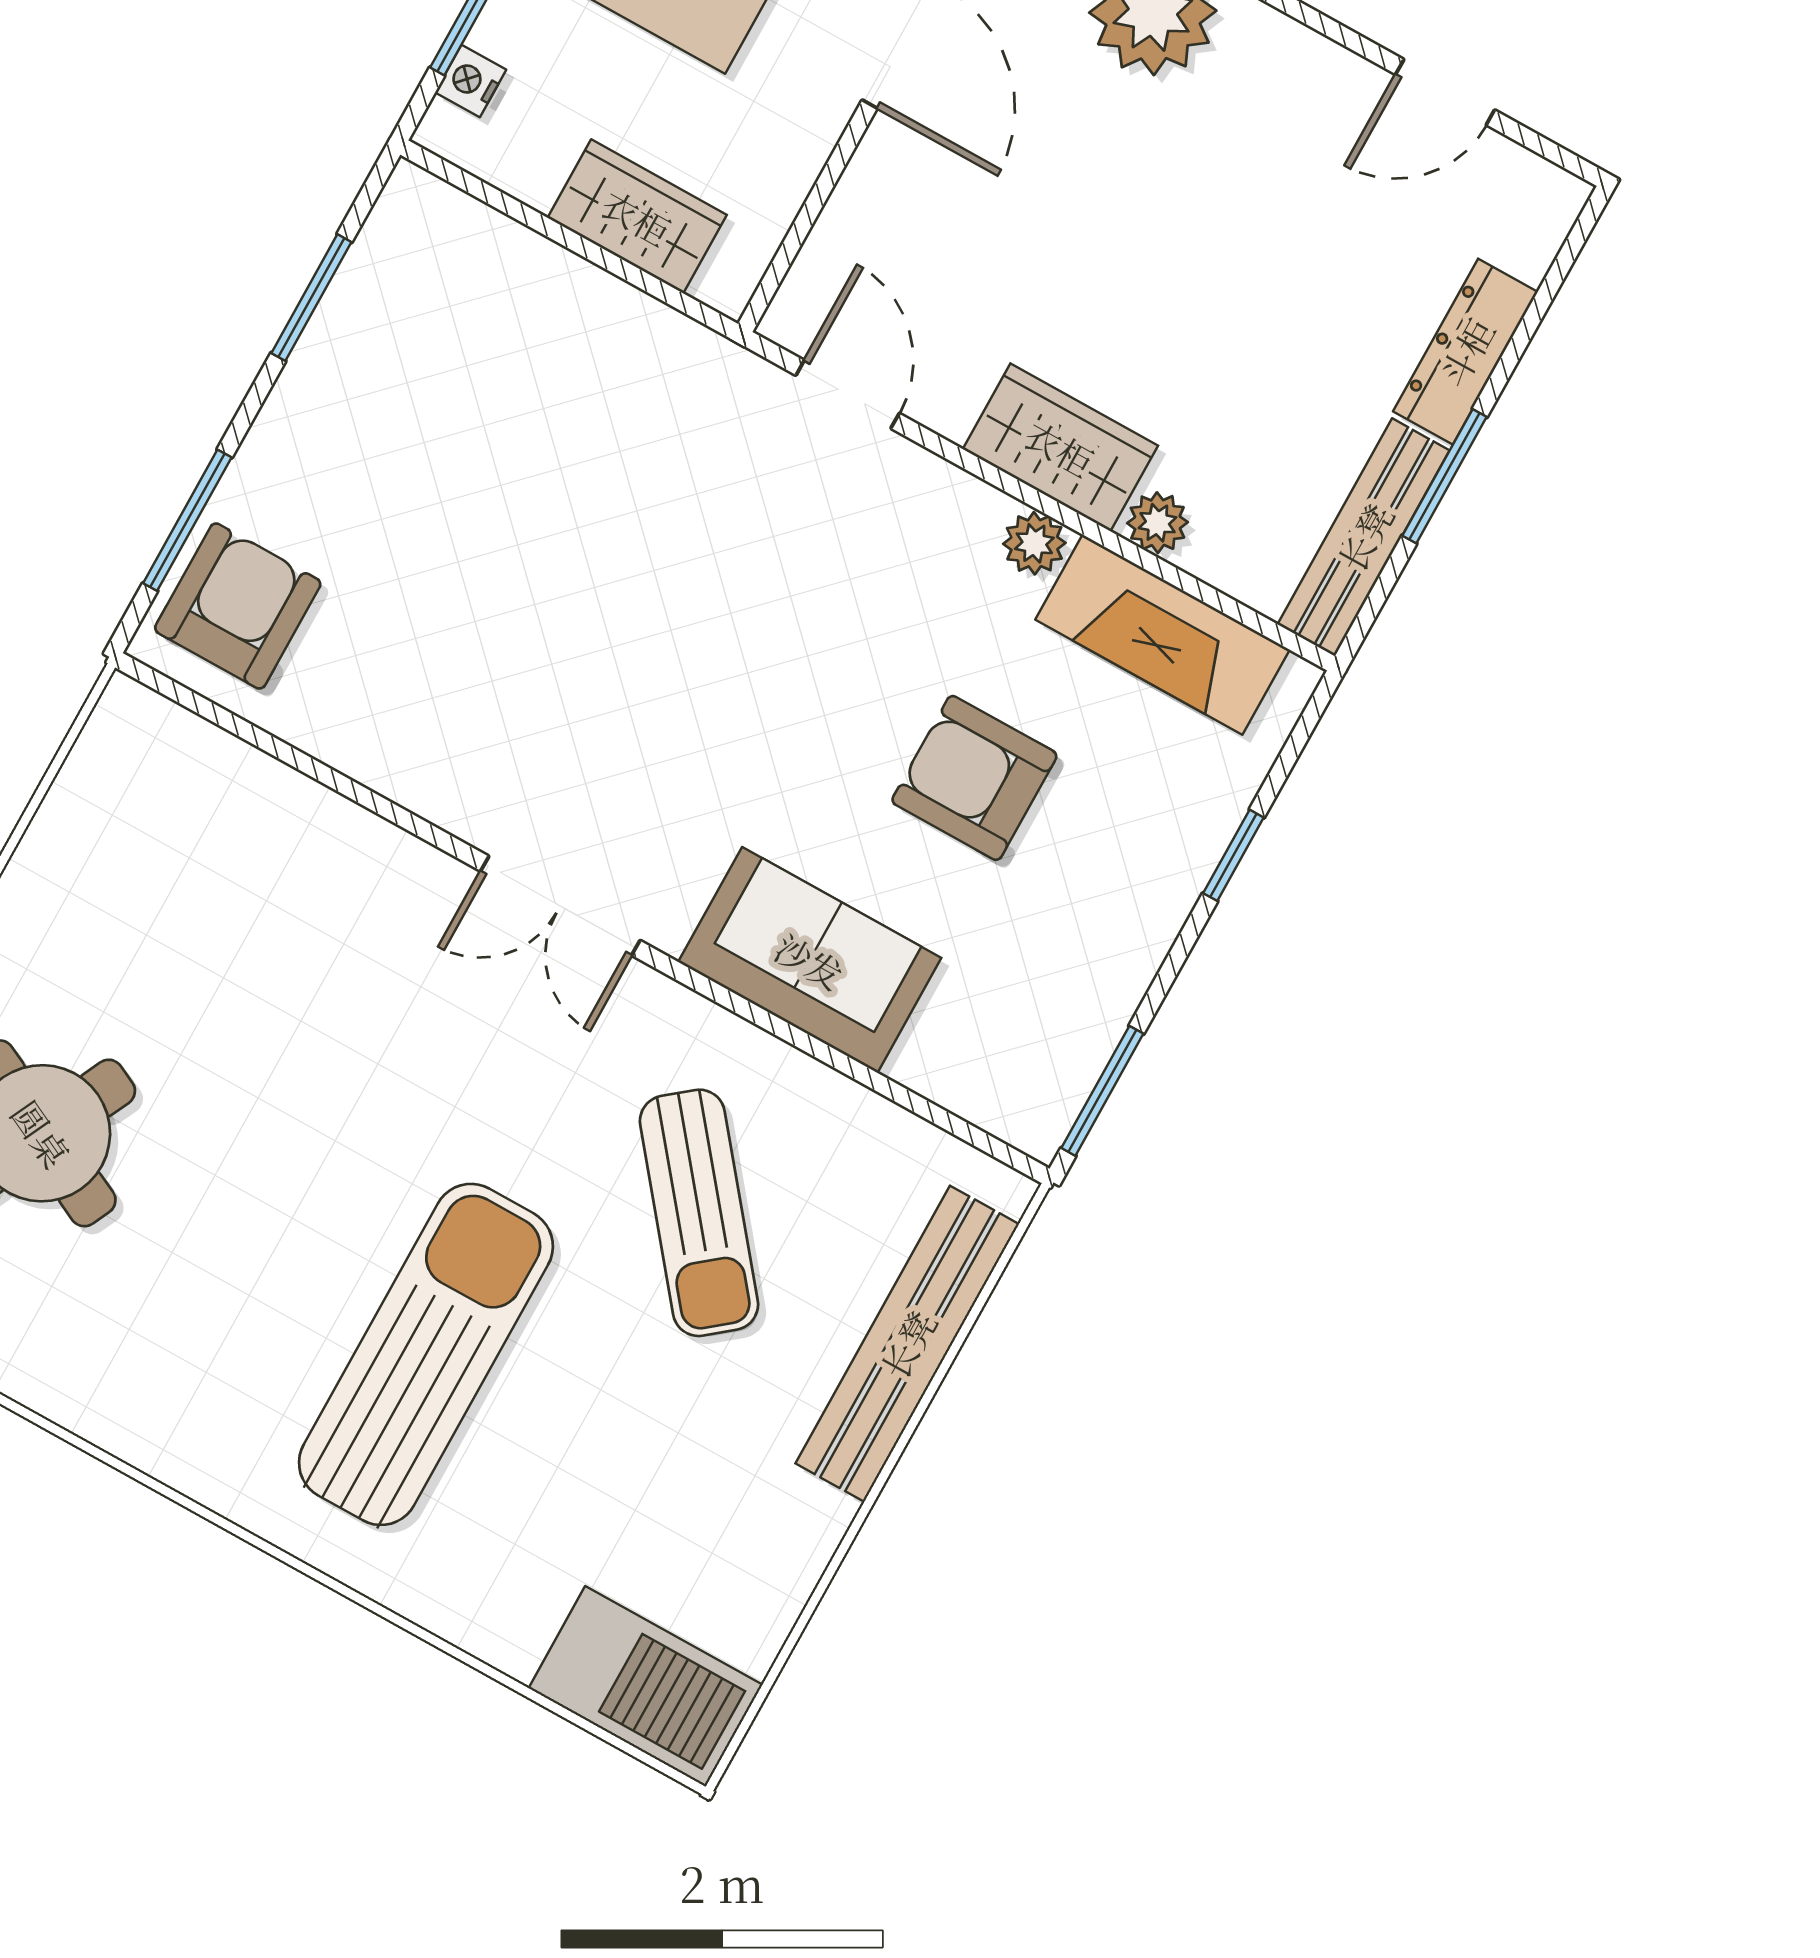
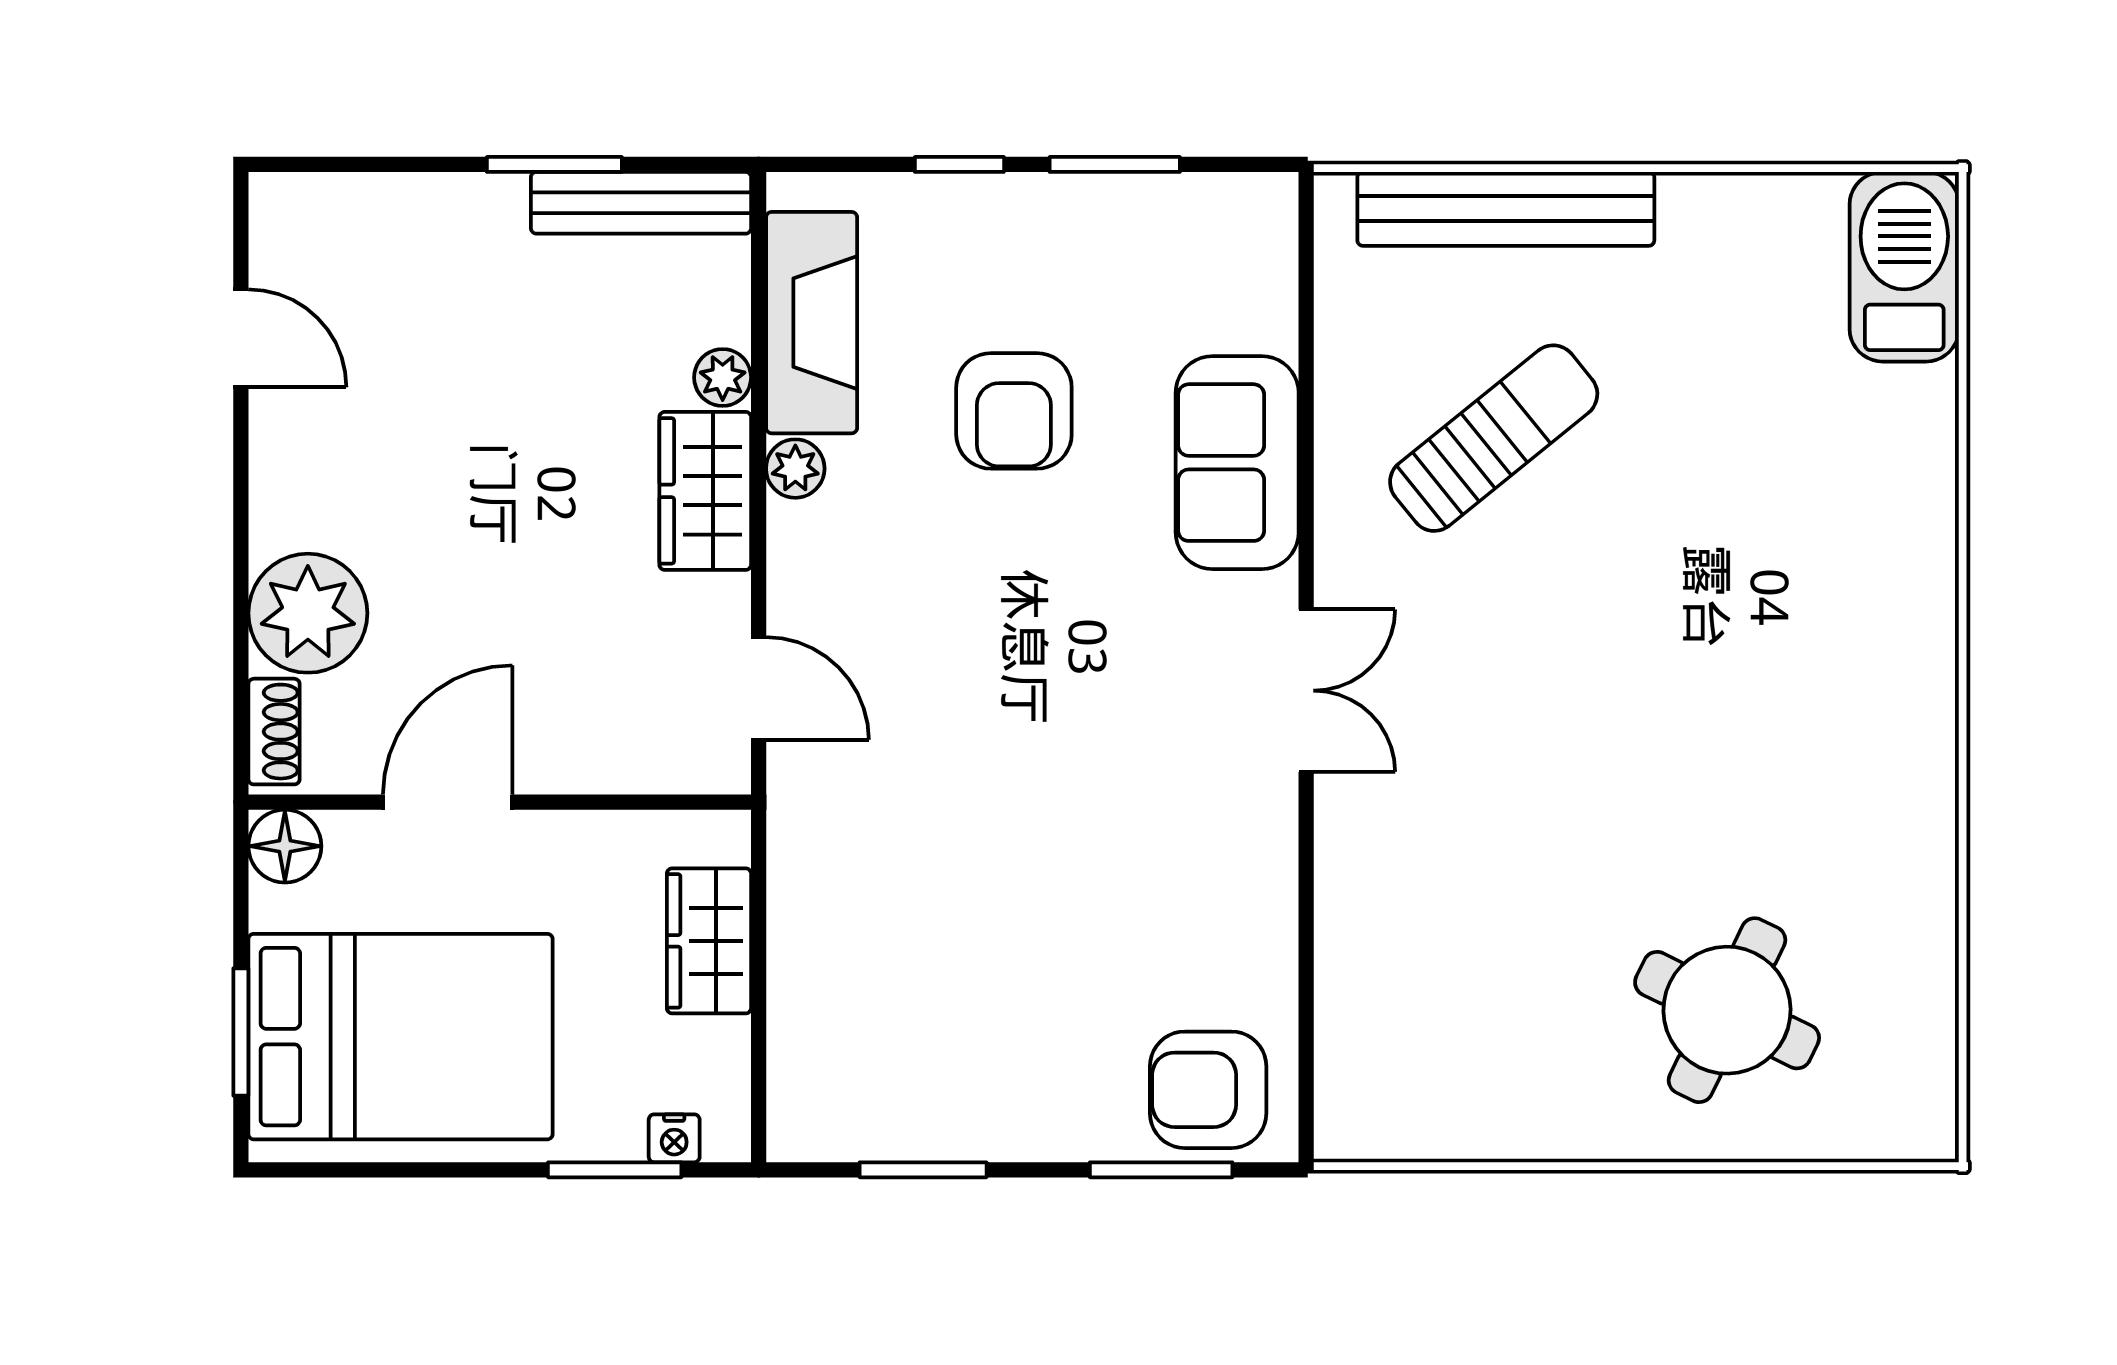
dresser: (1465, 352) -> (443, 204), removed
door: (848, 394) -> (759, 689), swing flipped
window: (1102, 1091) -> (1115, 164), moved
sun lounger: (426, 1354) -> (1733, 597), removed

